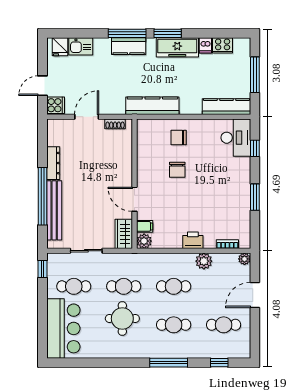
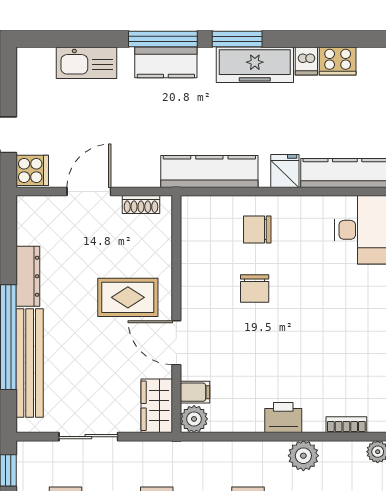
kitchen sink: (81, 46) -> (86, 63), width x1.38
fridge: (60, 47) -> (285, 171), moved, turned 180
rug: (108, 175) -> (128, 297), added

